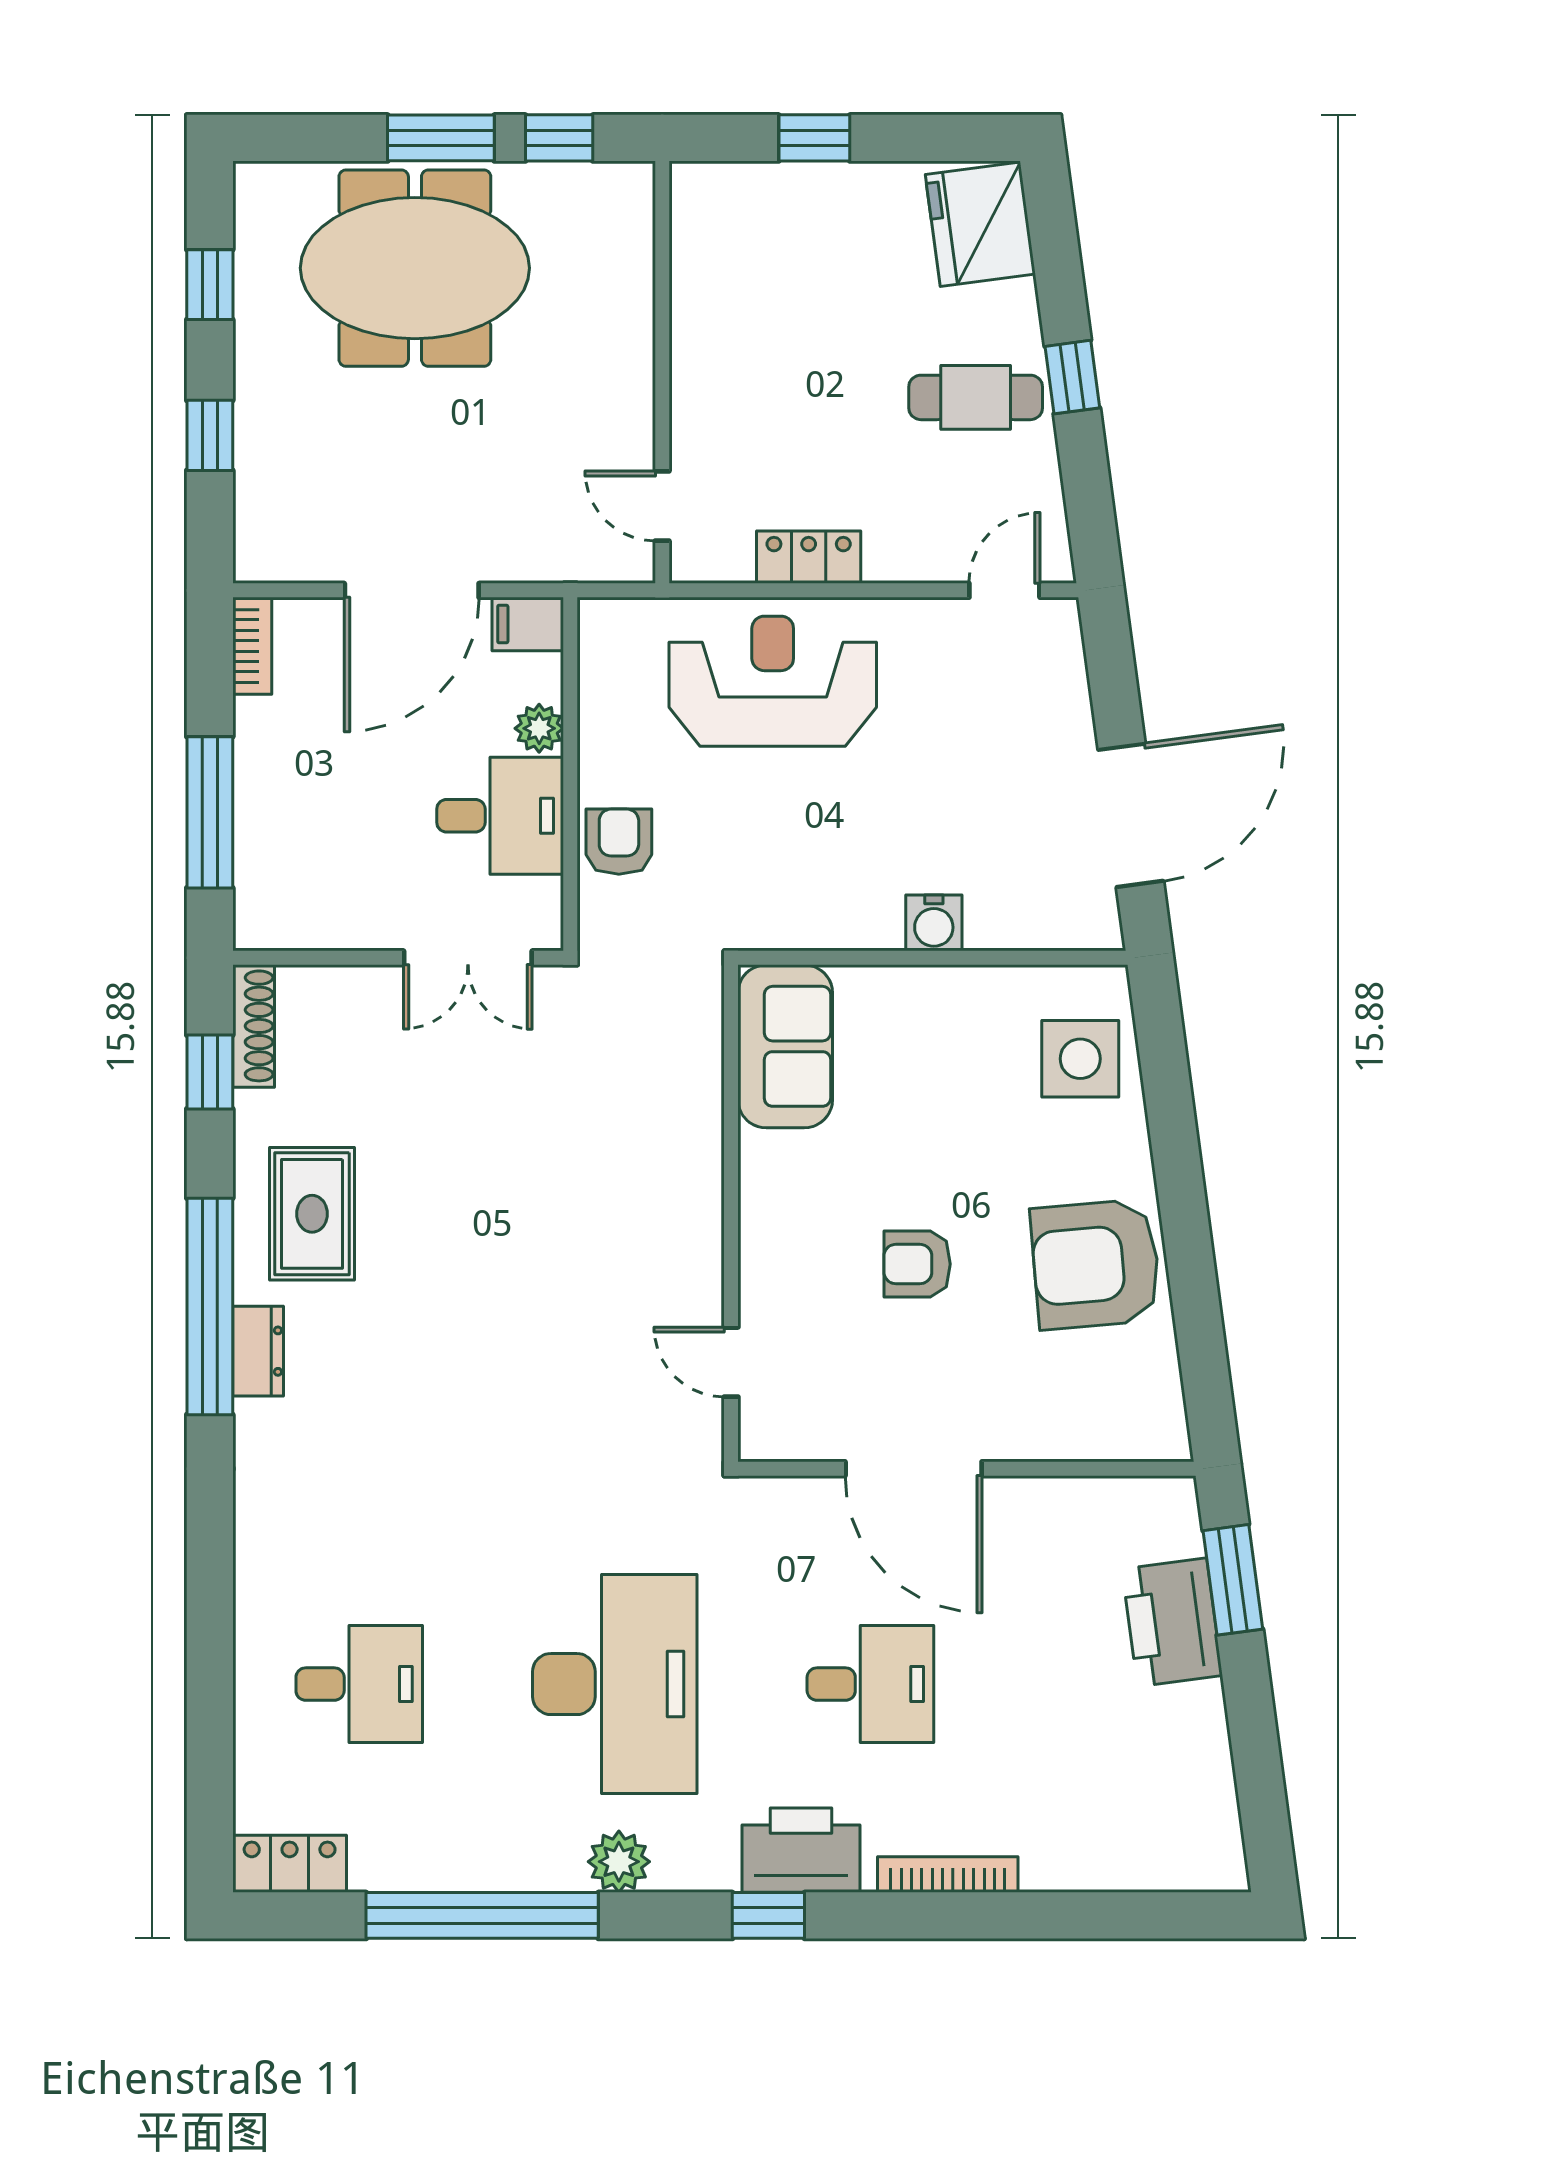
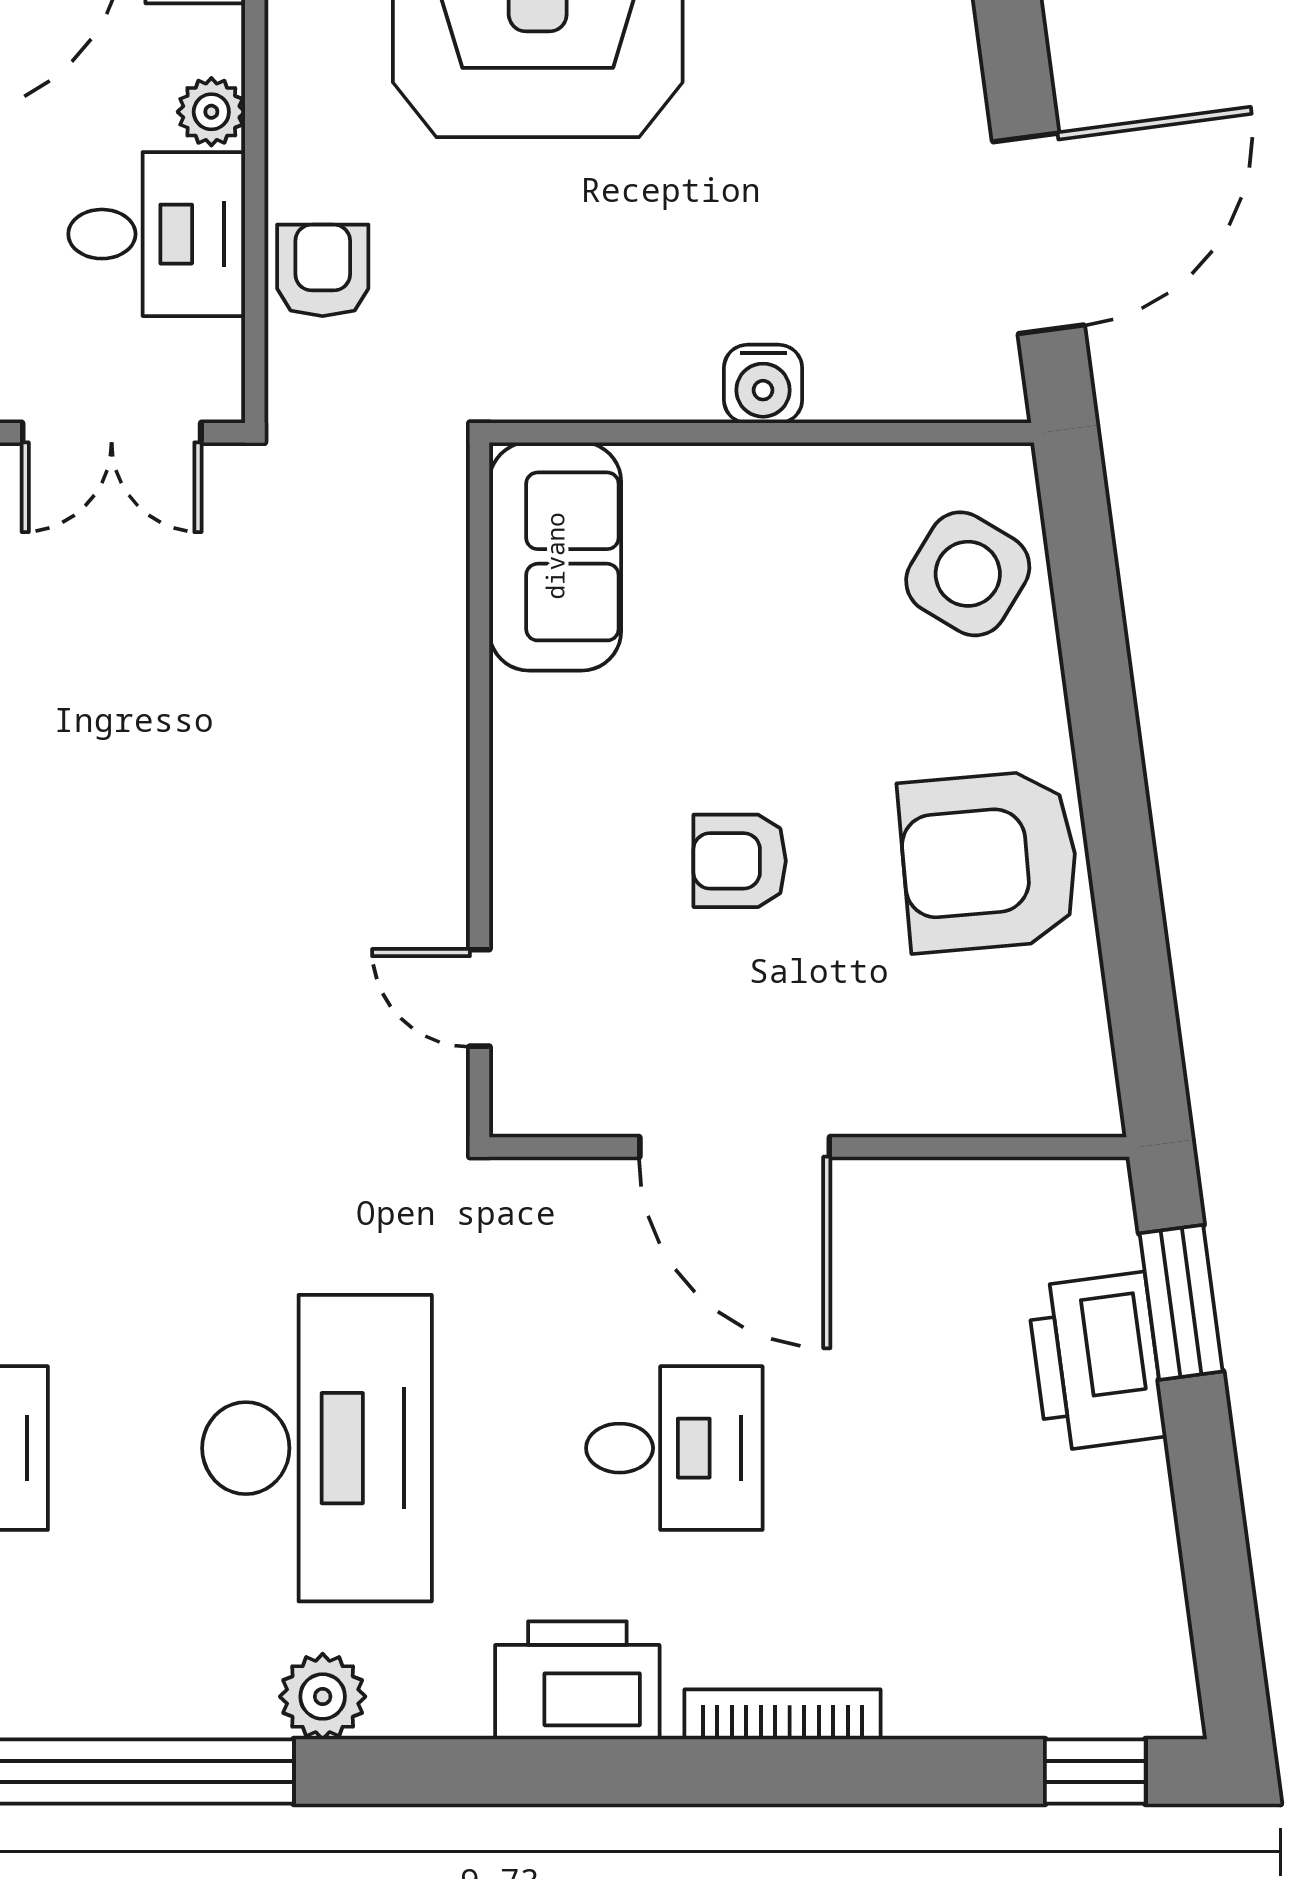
side table: (1080, 1059) -> (968, 574), turned 31
window: (768, 1915) -> (1095, 1772), moved

